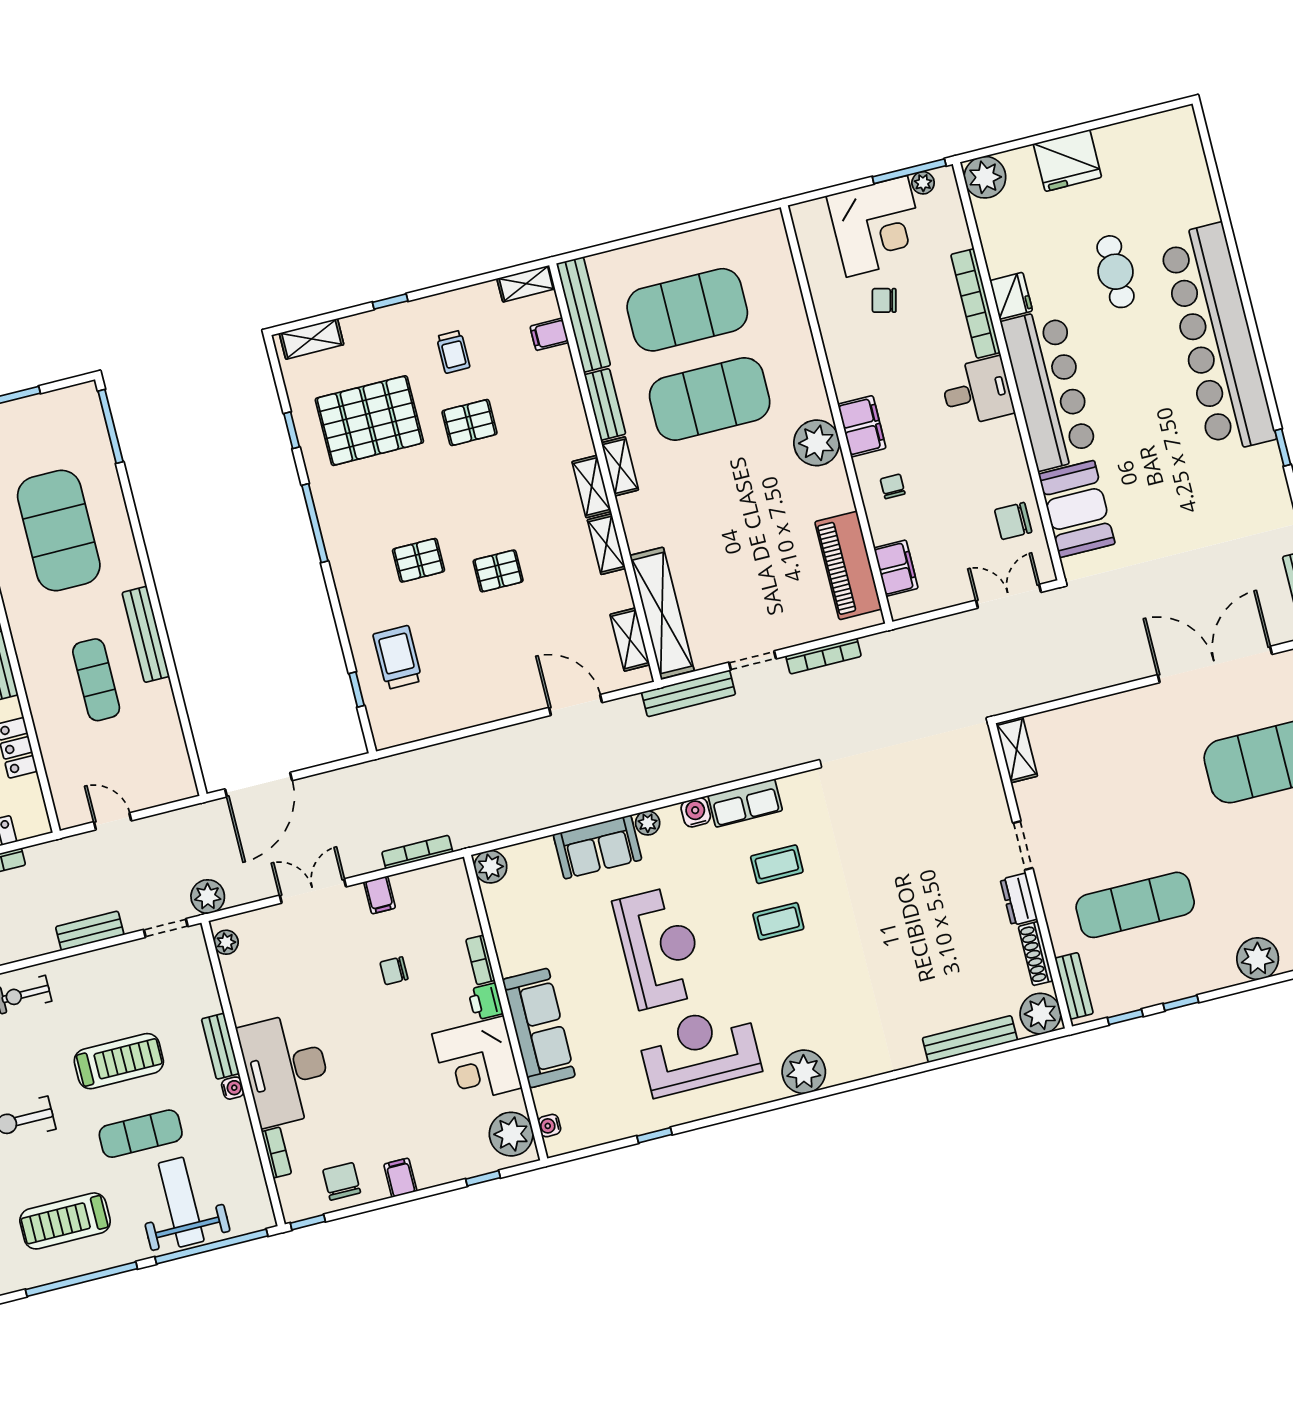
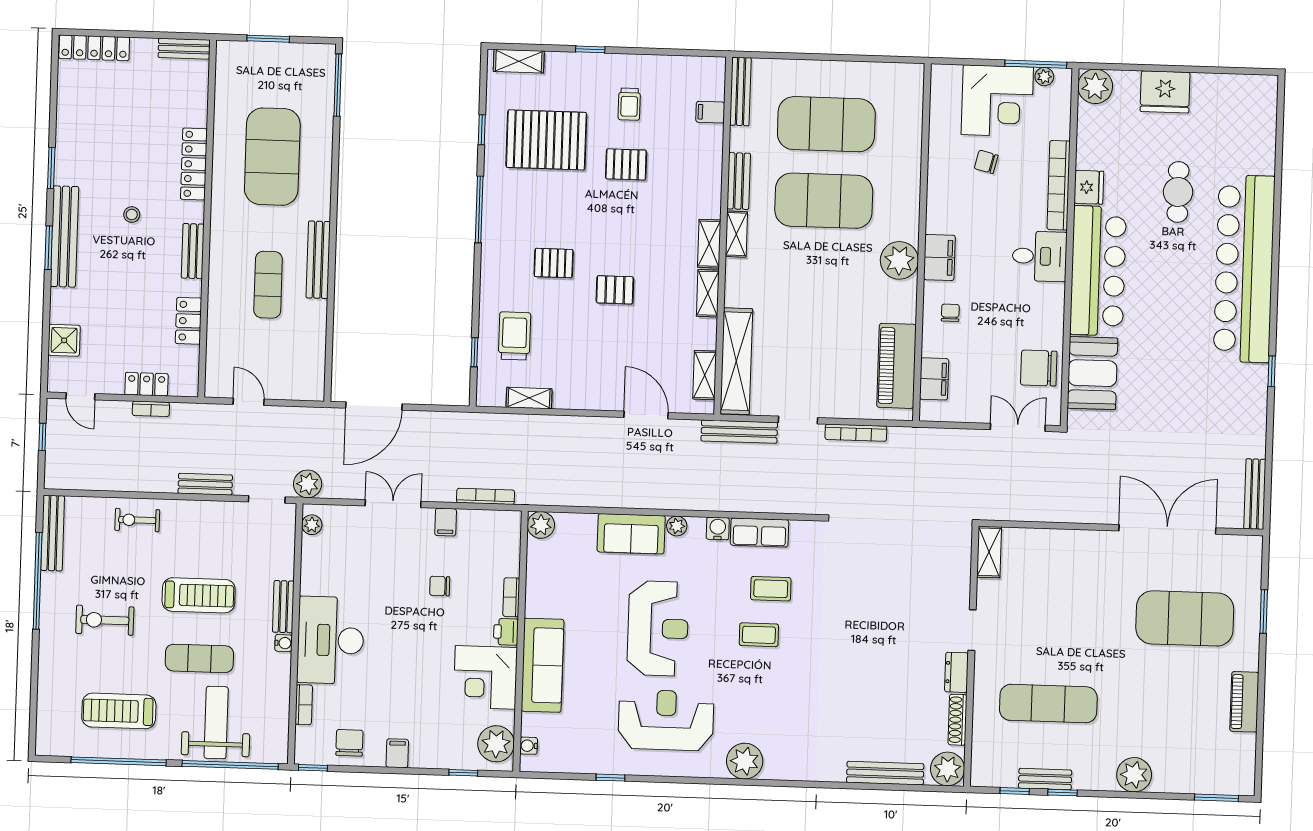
shelving: (526, 284) -> (529, 398), moved
bench: (583, 315) -> (740, 91), width x0.73, depth x0.82
chair: (1013, 521) -> (1039, 368), width x1.37, depth x1.37
bench: (1074, 986) -> (1045, 779), moved, turned 90

